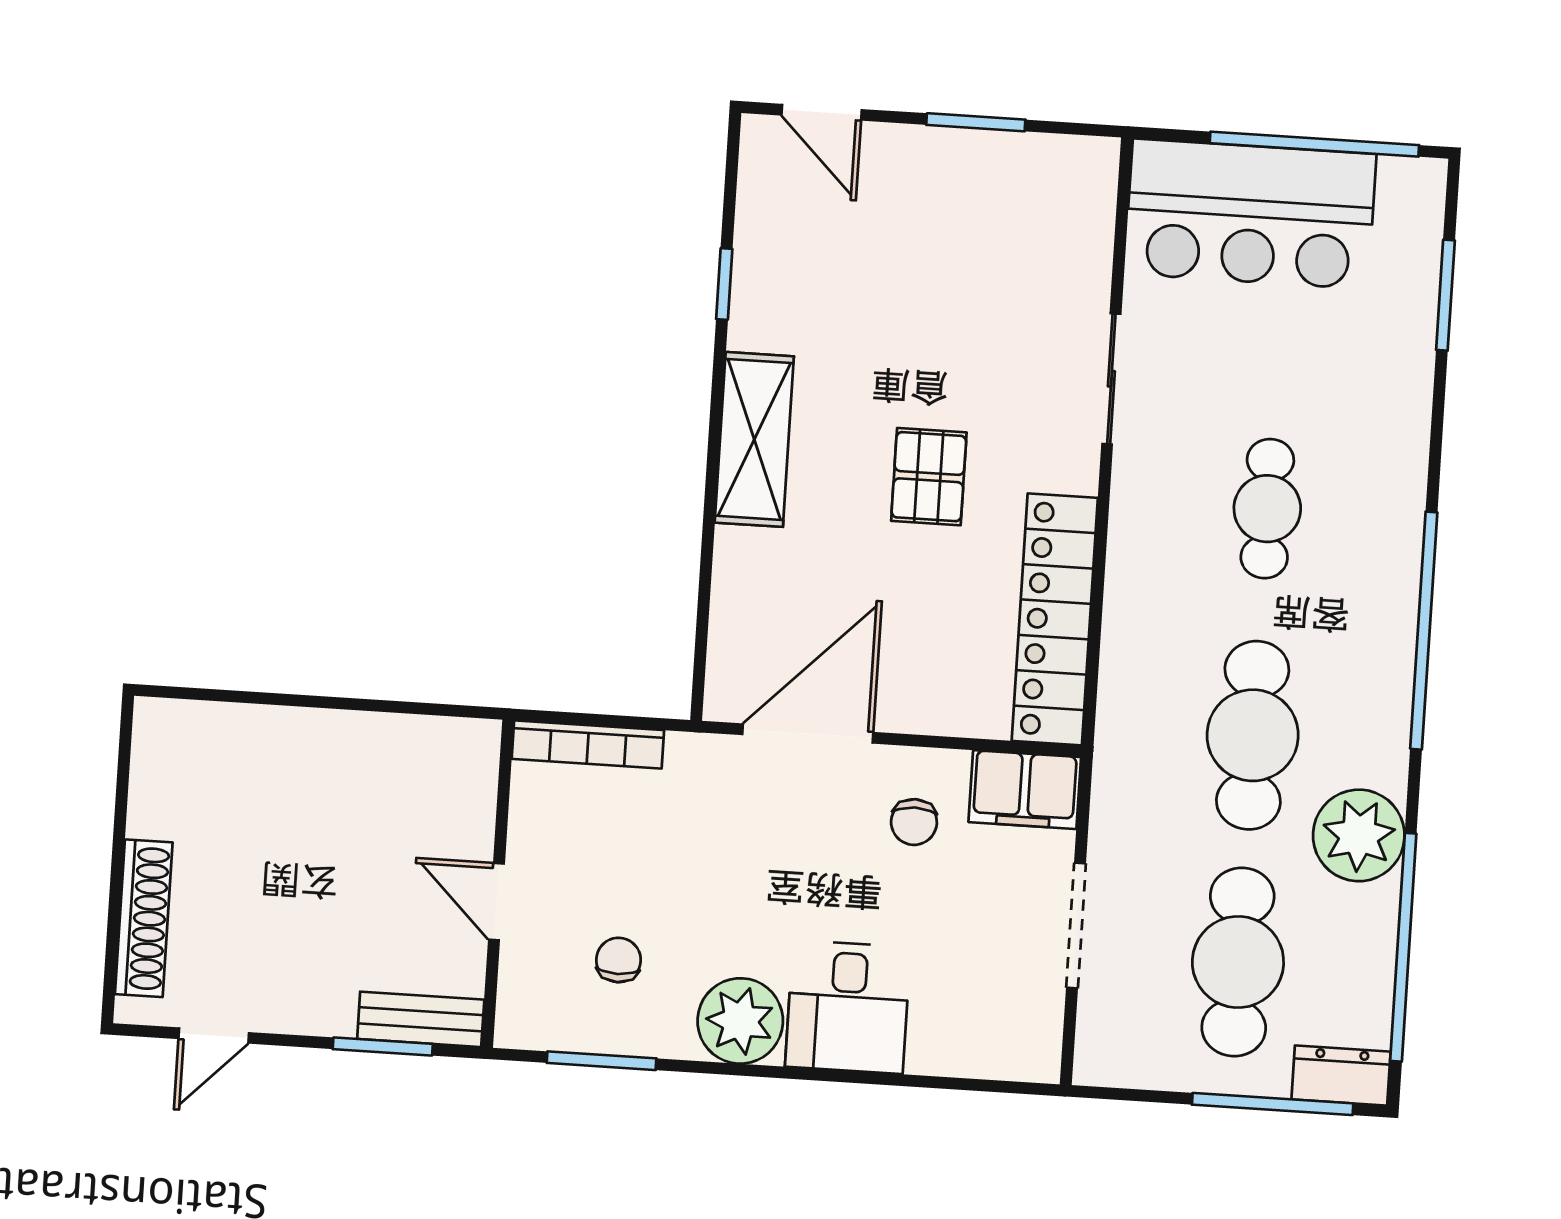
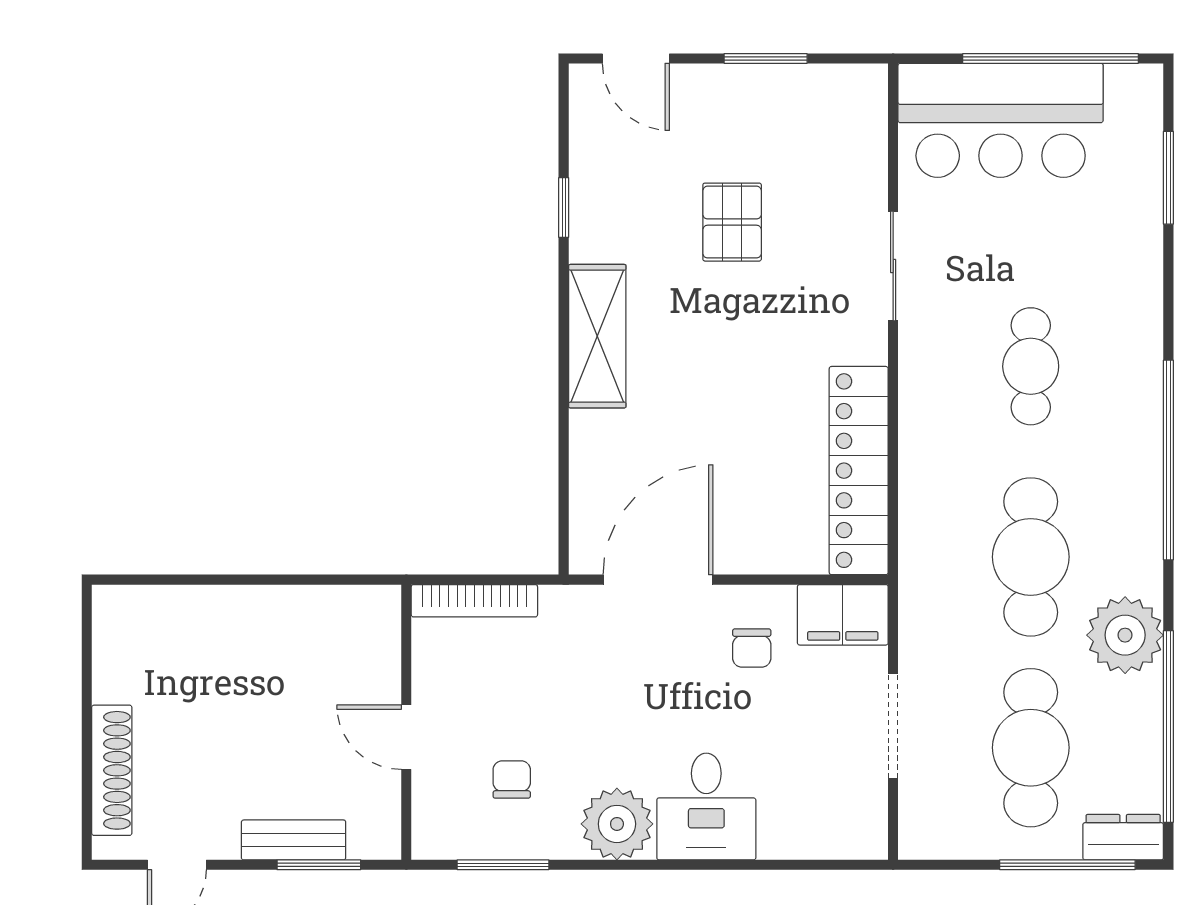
pallet: (929, 477) -> (732, 222), moved
bench: (421, 1019) -> (294, 840), moved

